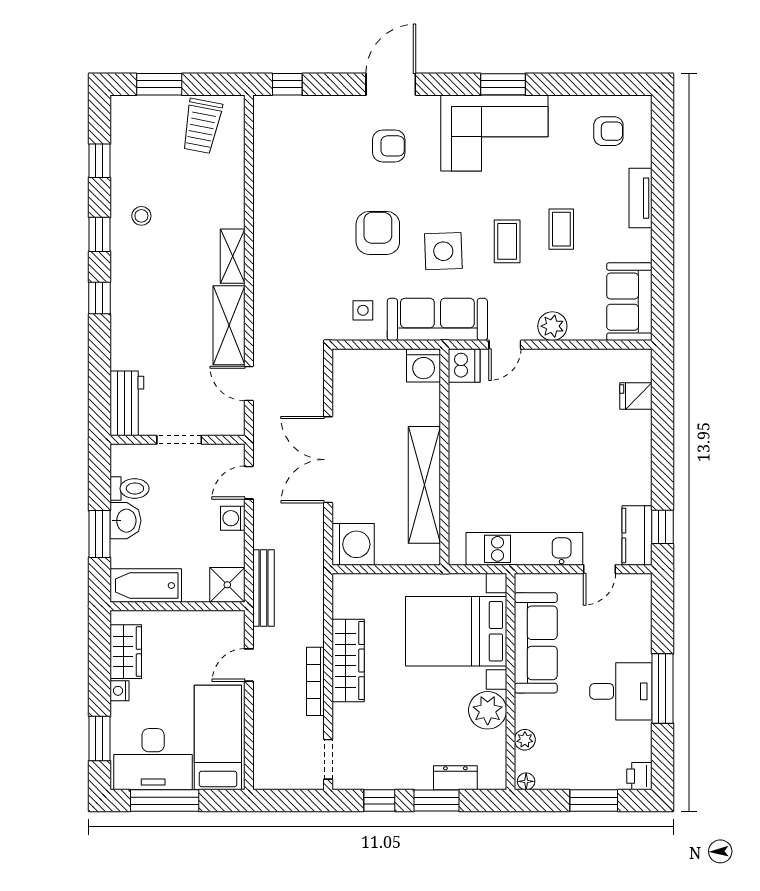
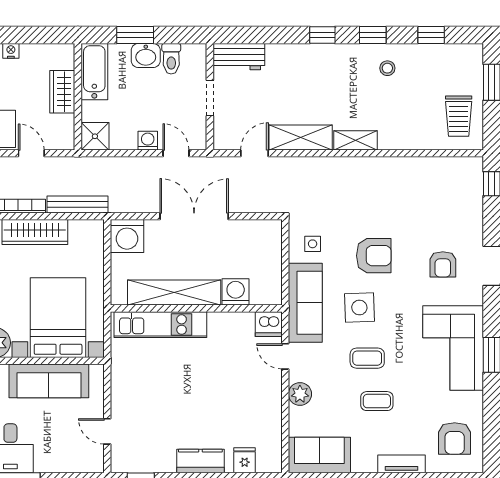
trolley: (202, 126) -> (459, 116), turned -101
armchair: (608, 131) -> (455, 438), width x1.38, depth x1.38
washing machine: (424, 365) -> (236, 292), moved, turned 90
kitchen counter: (637, 535) -> (200, 461), moved
kitchen unit: (524, 549) -> (160, 325), moved, turned 90
bench: (264, 588) -> (77, 205), moved
wardrobe: (126, 652) -> (62, 92), moved, turned 90

